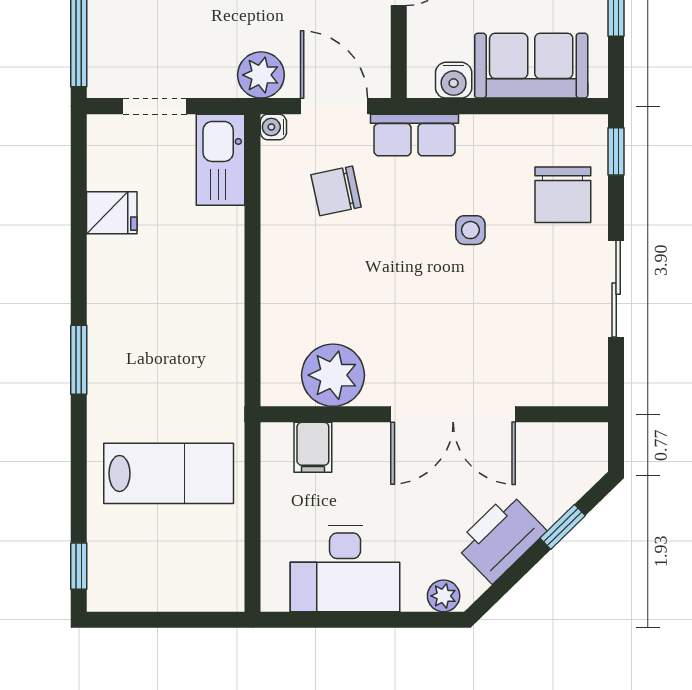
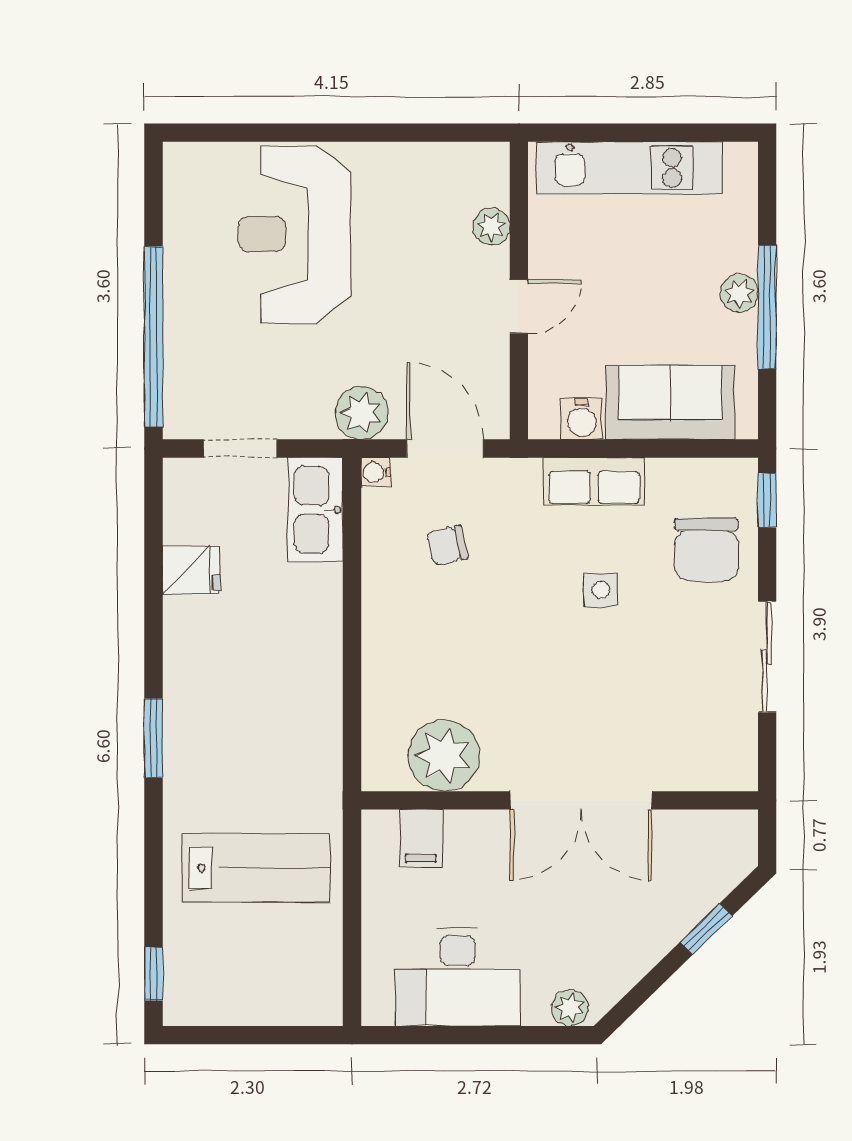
row of seats: (414, 135) -> (594, 481), moved
chair: (336, 191) -> (447, 545), width x0.73, depth x0.73
printer: (501, 538) -> (635, 941), removed

